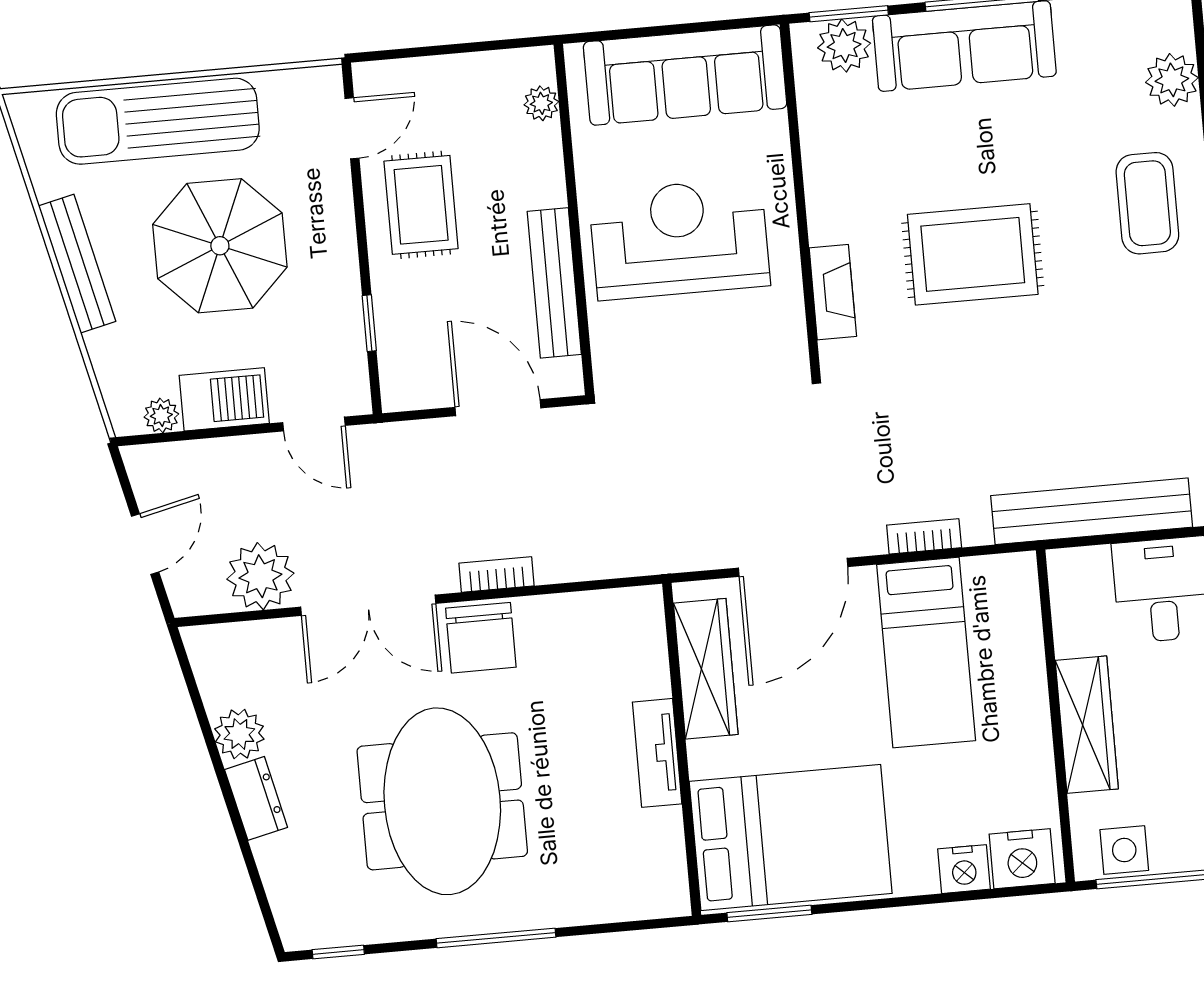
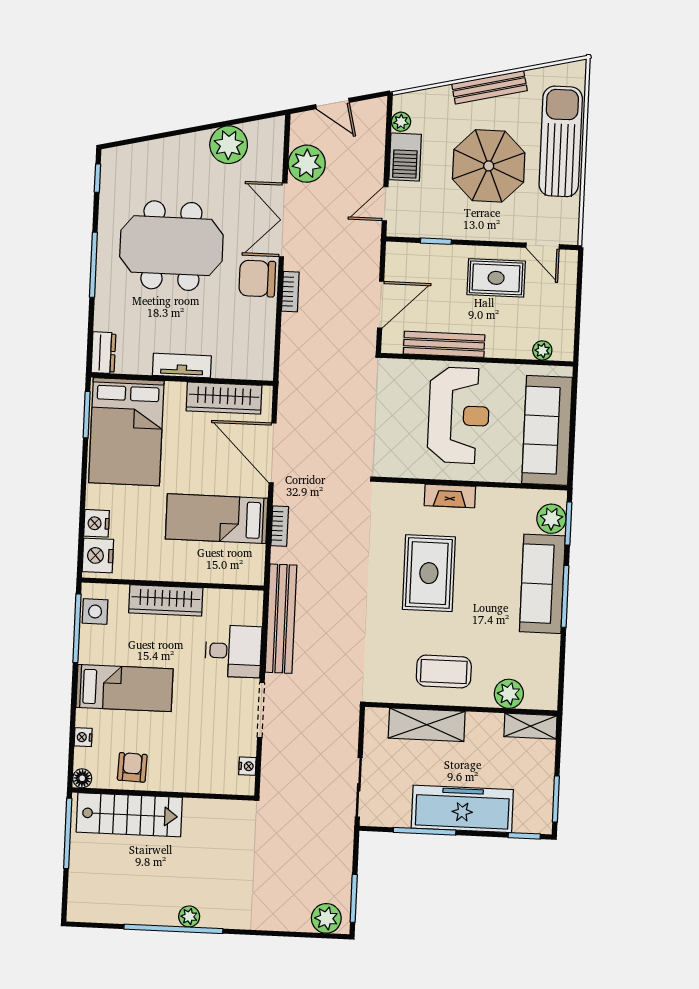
fireplace: (833, 292) -> (450, 496), moved
plant: (239, 734) -> (229, 145), width x1.36, depth x1.36
dresser: (256, 798) -> (104, 353), moved, turned -77

